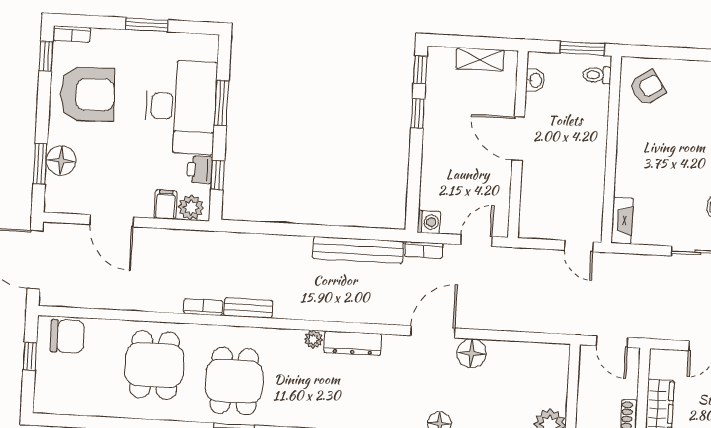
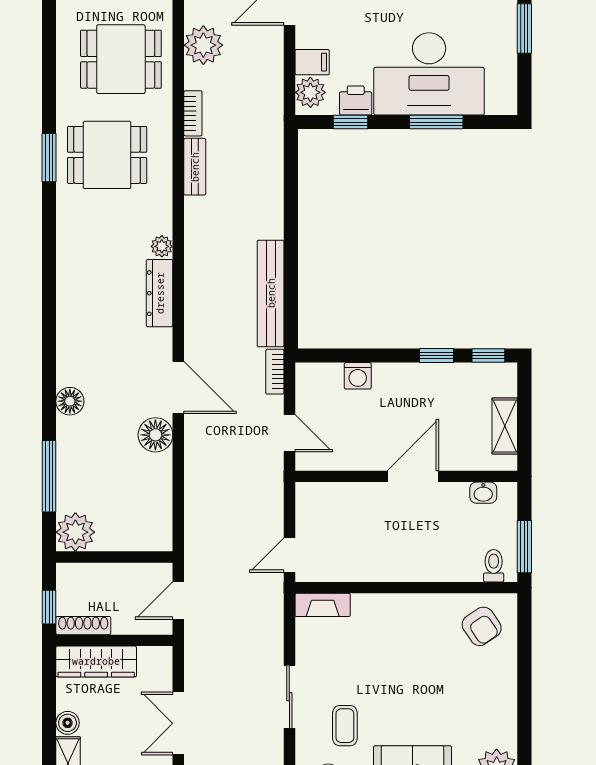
washing machine: (429, 222) -> (358, 376), moved
plant: (146, 295) -> (203, 45), added

